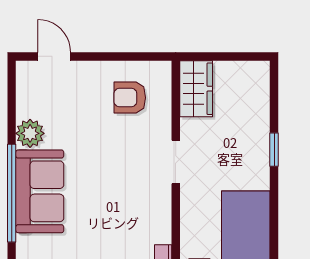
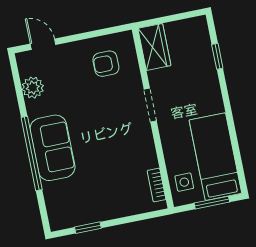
plant: (30, 133) -> (33, 88), moved
window: (274, 150) -> (217, 56), moved

